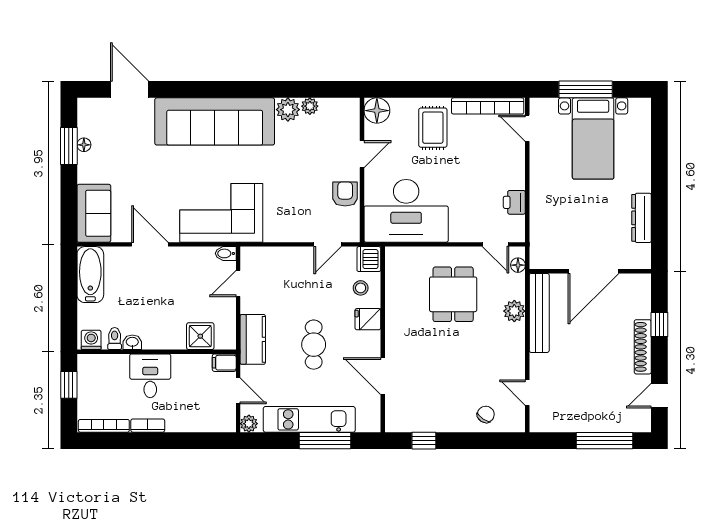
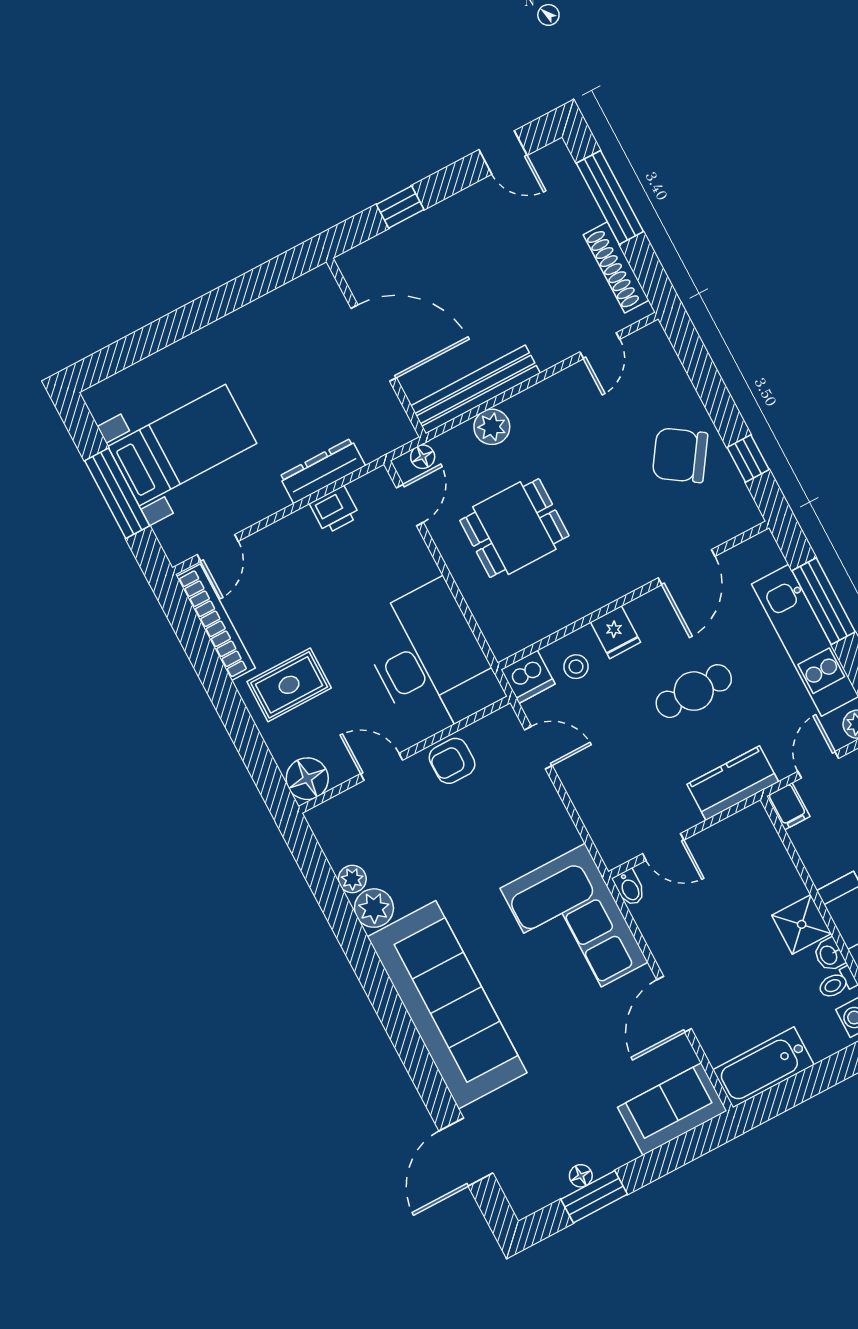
dresser: (641, 218) -> (322, 471), moved, turned 180
shower: (200, 336) -> (802, 924), moved
shoe rack: (643, 347) -> (616, 267), moved, turned 90
chair: (486, 414) -> (680, 455), moved, width x1.87, depth x1.87

